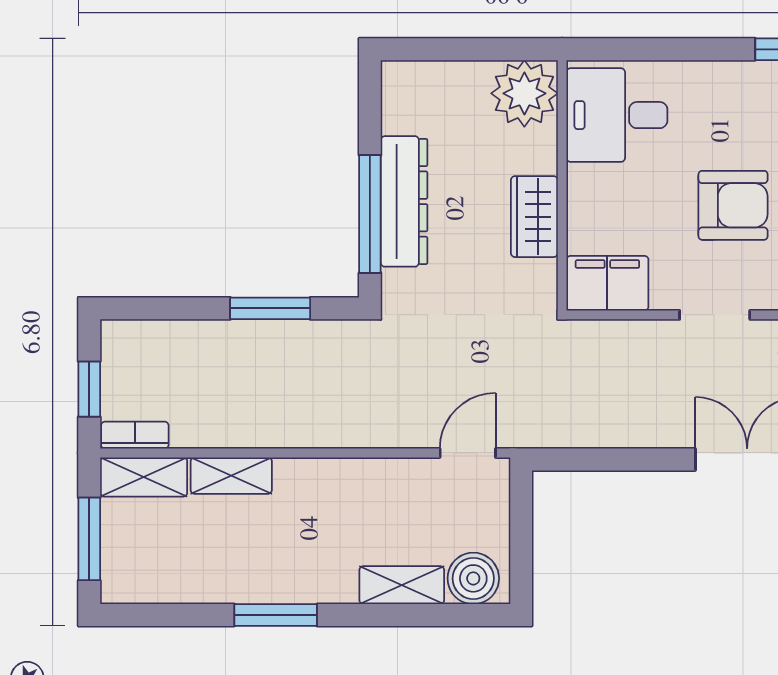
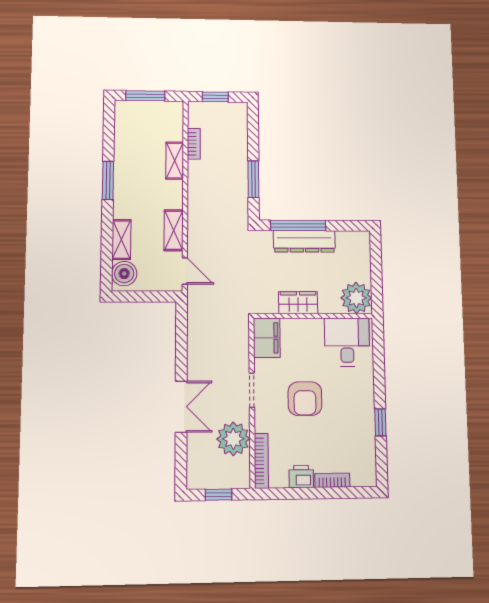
bookcase: (135, 435) -> (194, 144), moved
shelving: (144, 477) -> (174, 230), moved

